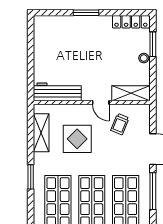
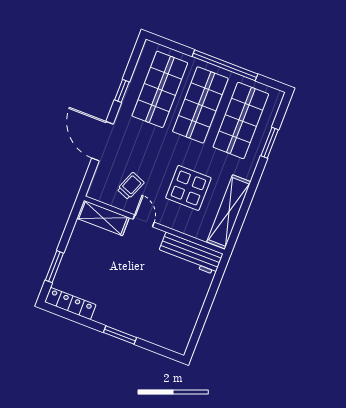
stool: (144, 58) -> (72, 254), removed
shelving: (41, 133) -> (229, 212), width x1.47
window: (31, 177) -> (270, 143), moved
window: (153, 191) -> (122, 91), width x0.46

